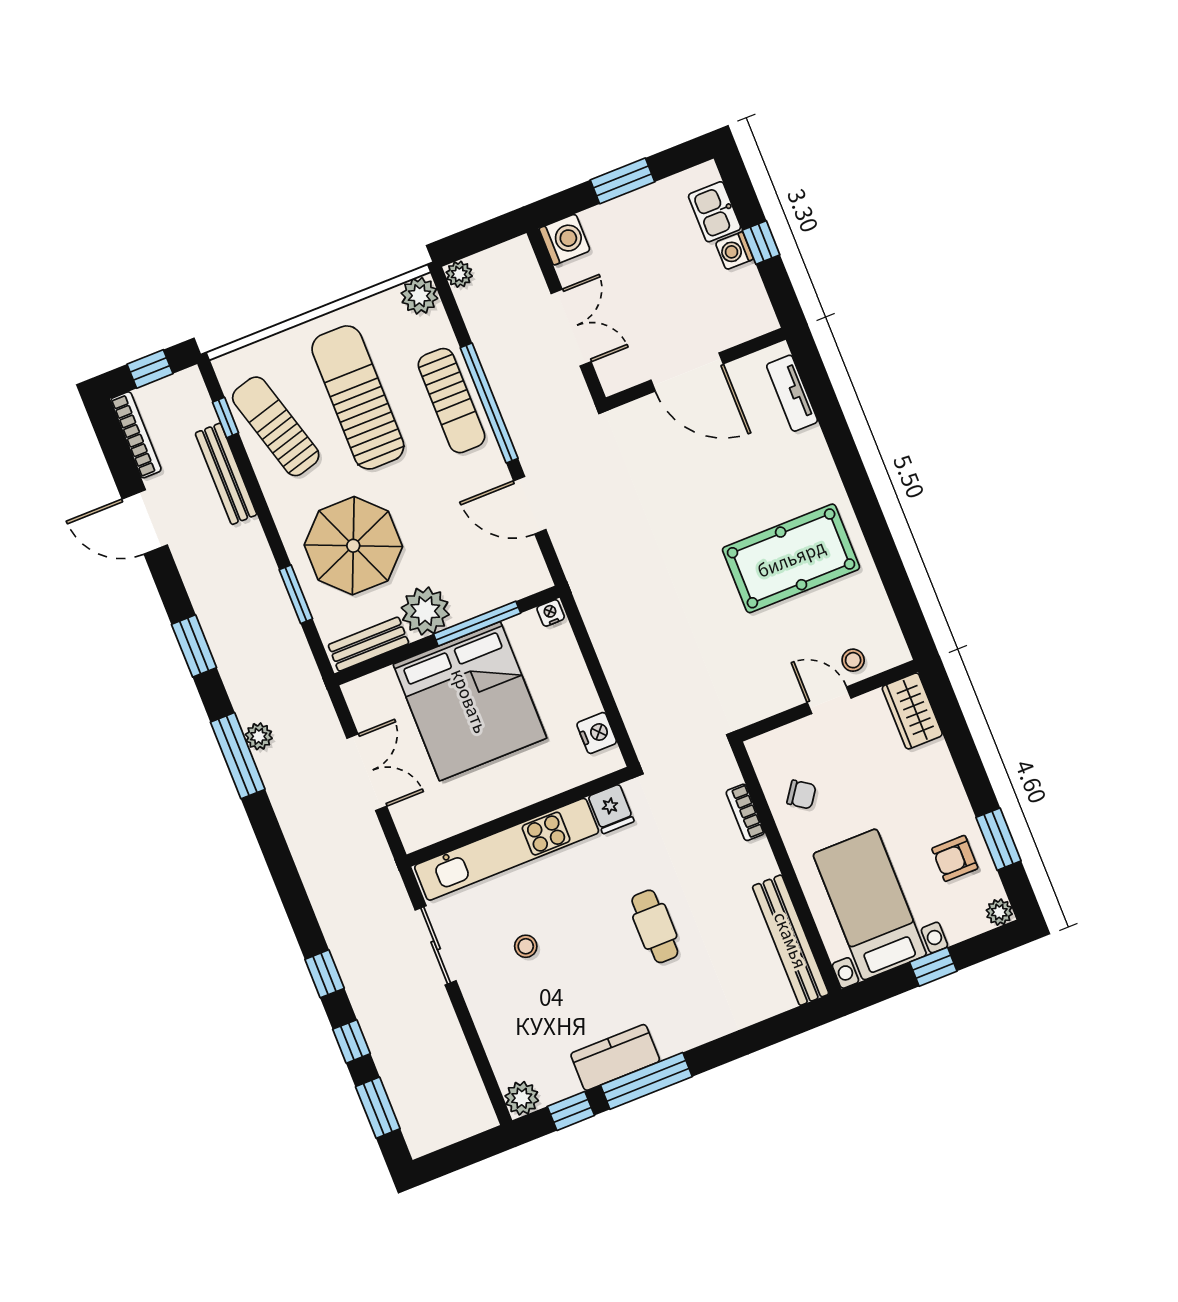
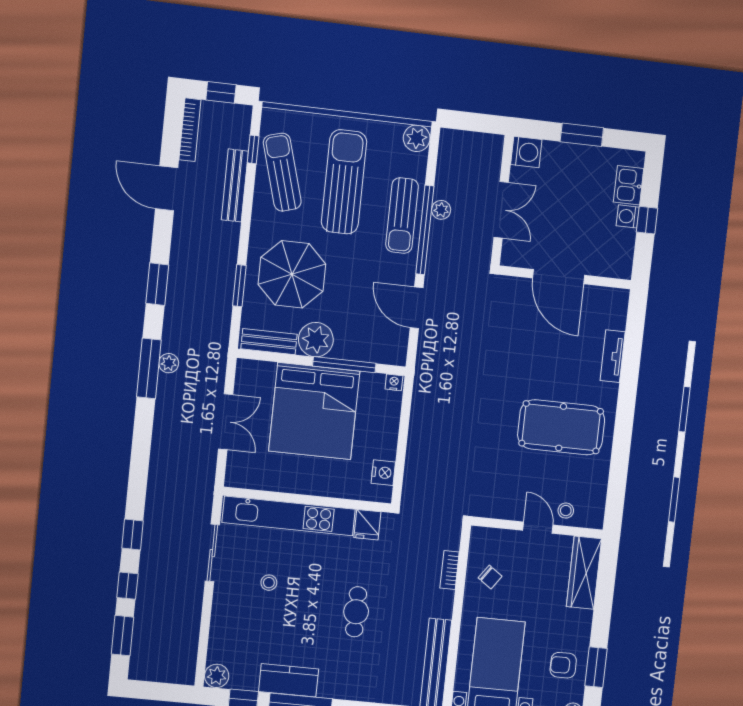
plant: (459, 274) -> (441, 210), moved
tv unit: (792, 393) -> (613, 356), moved
wardrobe: (912, 711) -> (584, 573), width x1.50

